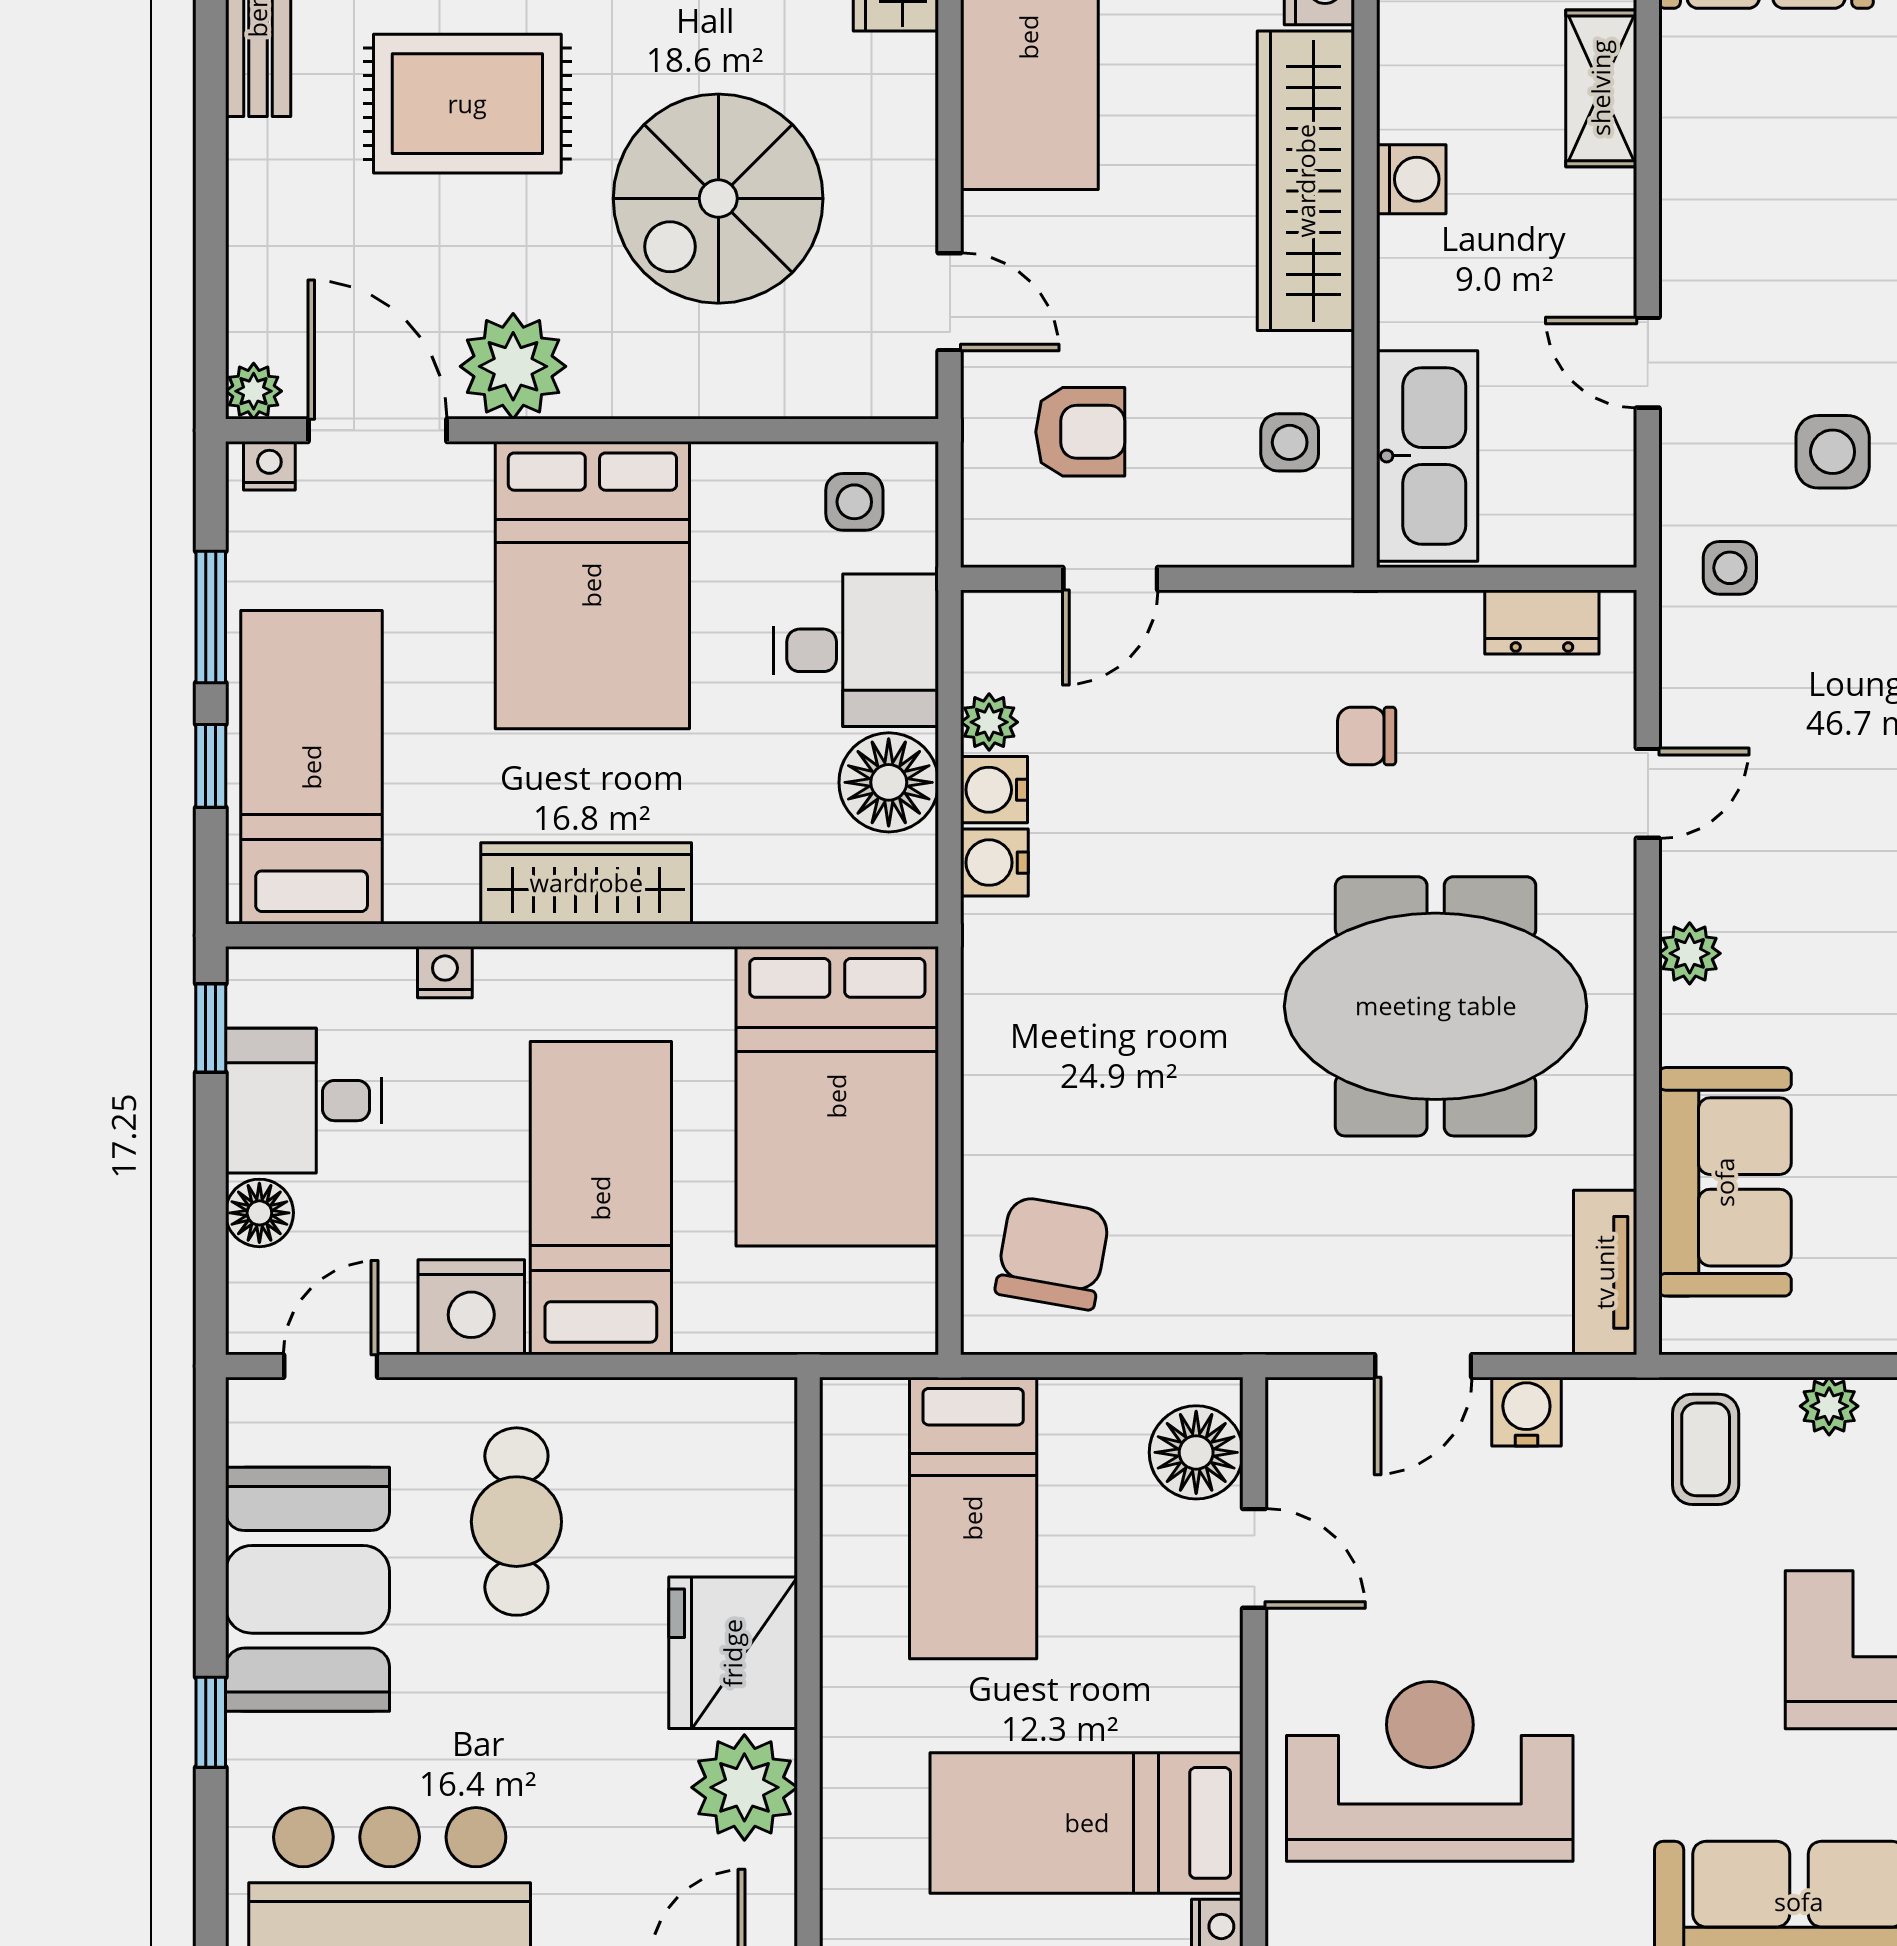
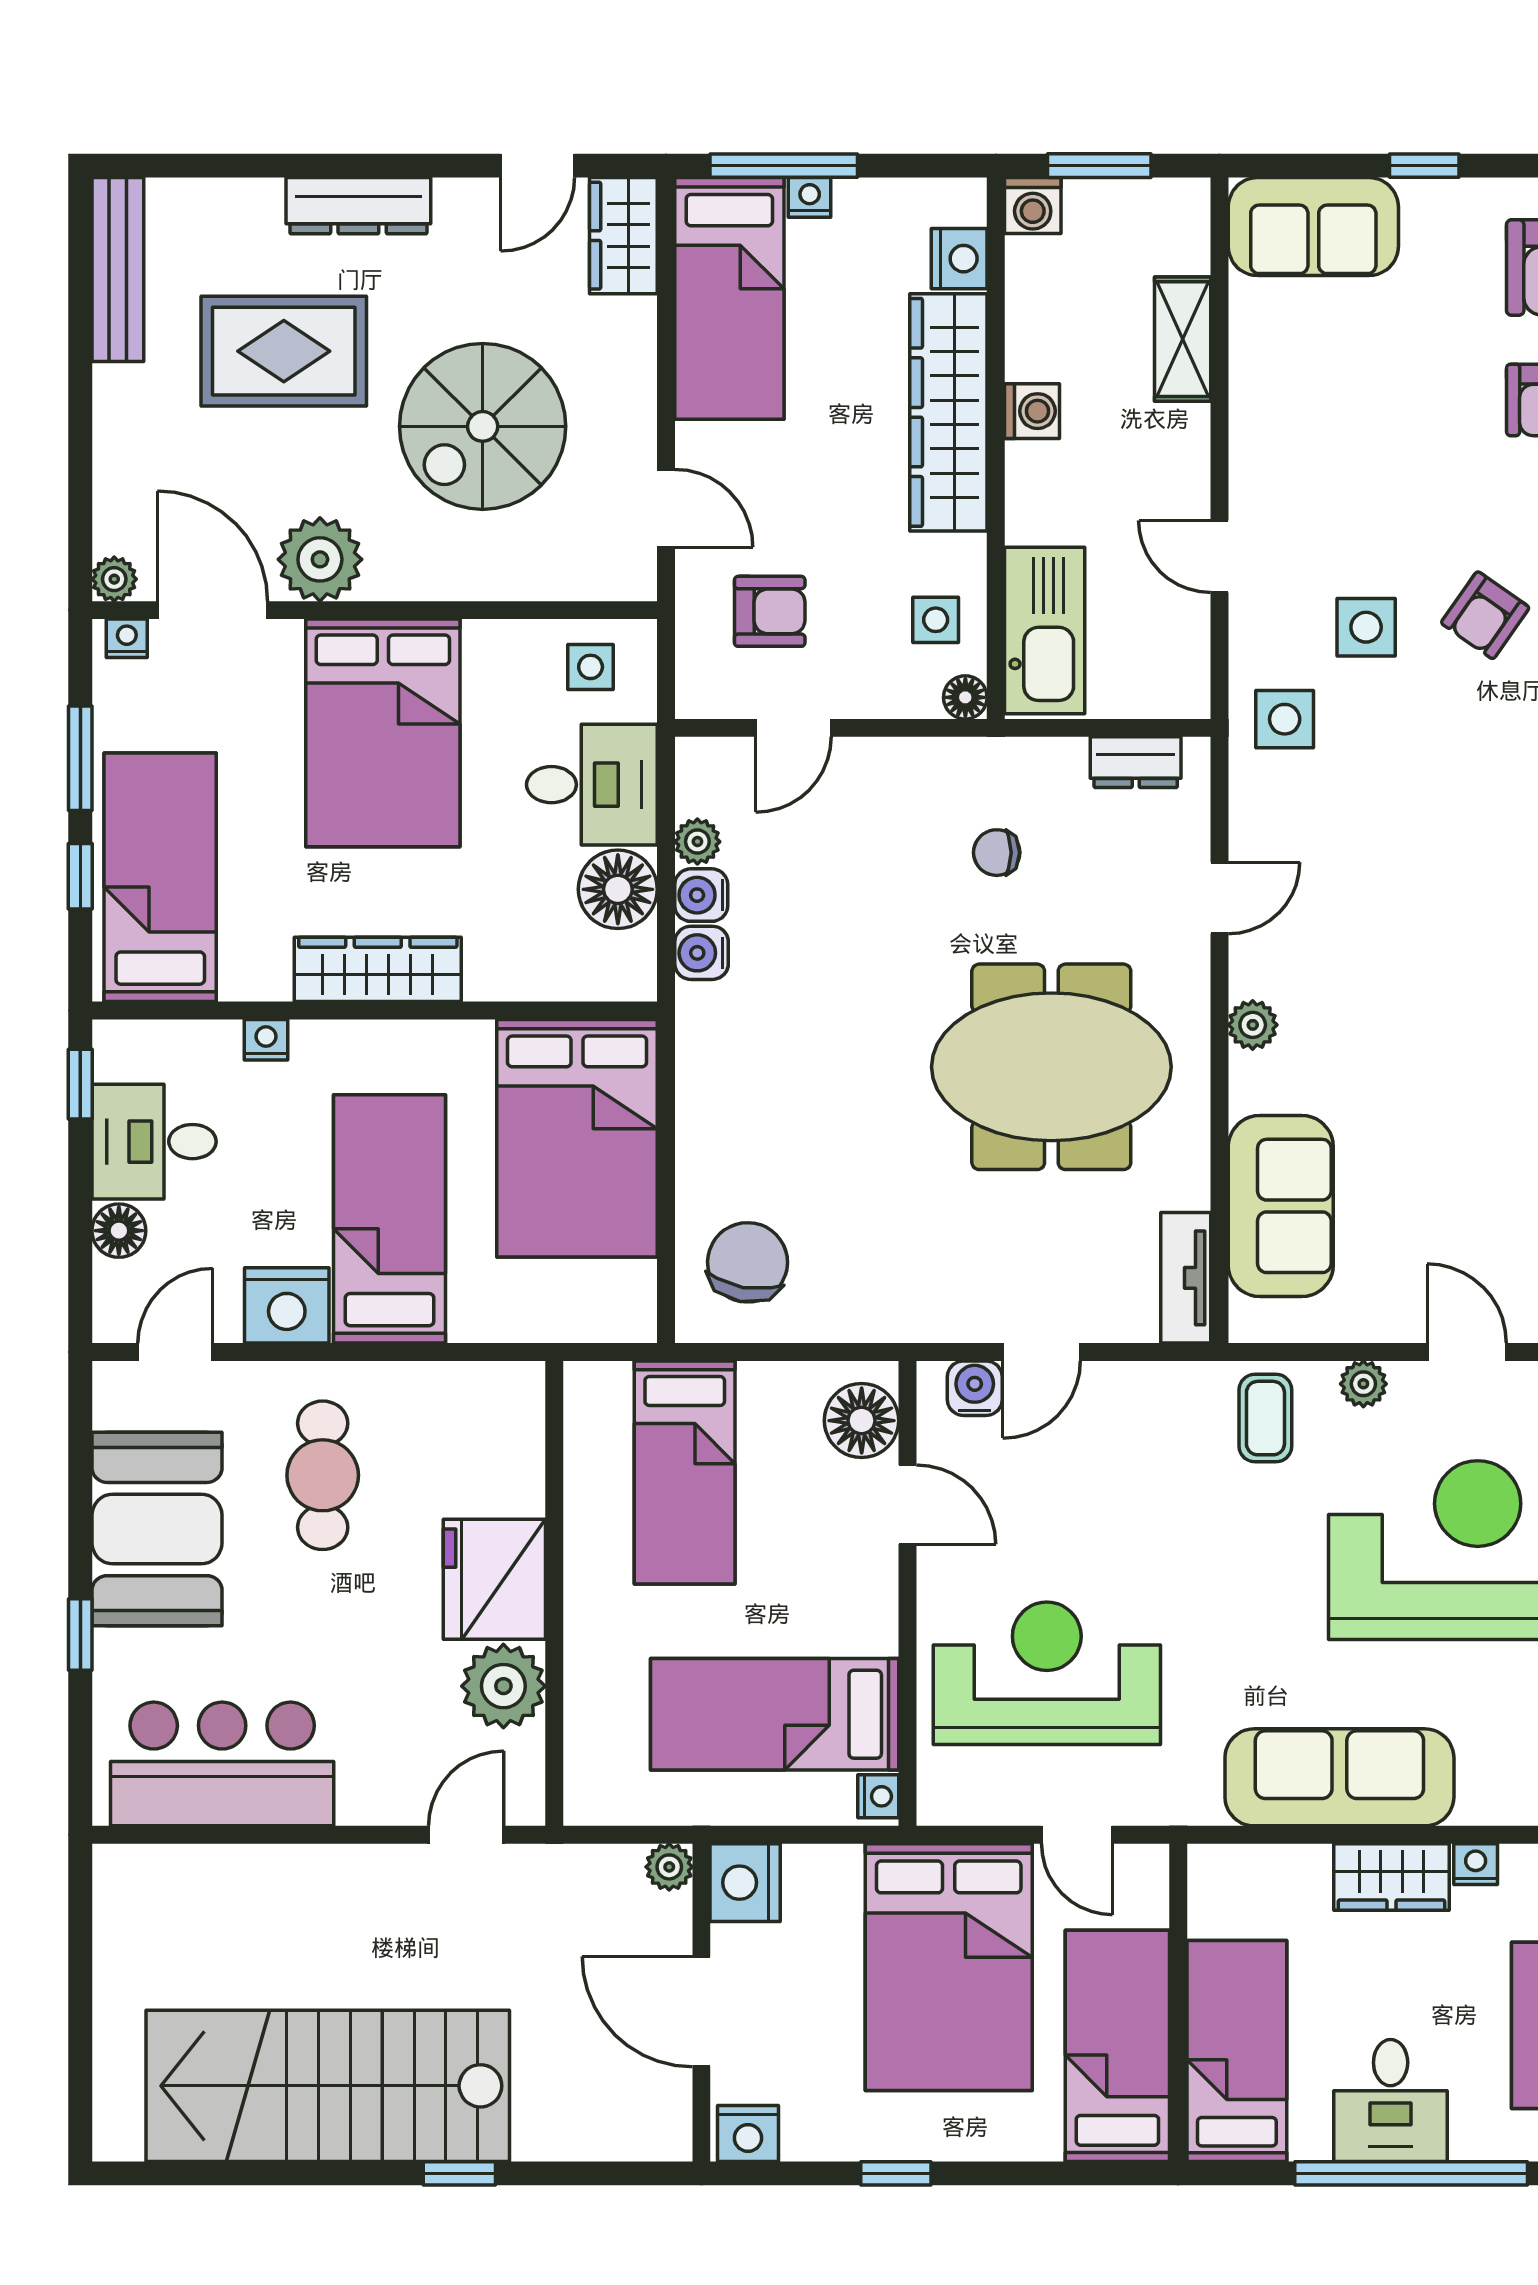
floor lamp: (1327, 540) -> (965, 697), added
side table: (1730, 568) -> (1285, 719), width x1.37, depth x1.37
water cooler: (1526, 1412) -> (975, 1388), moved

